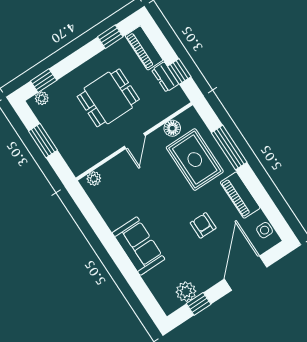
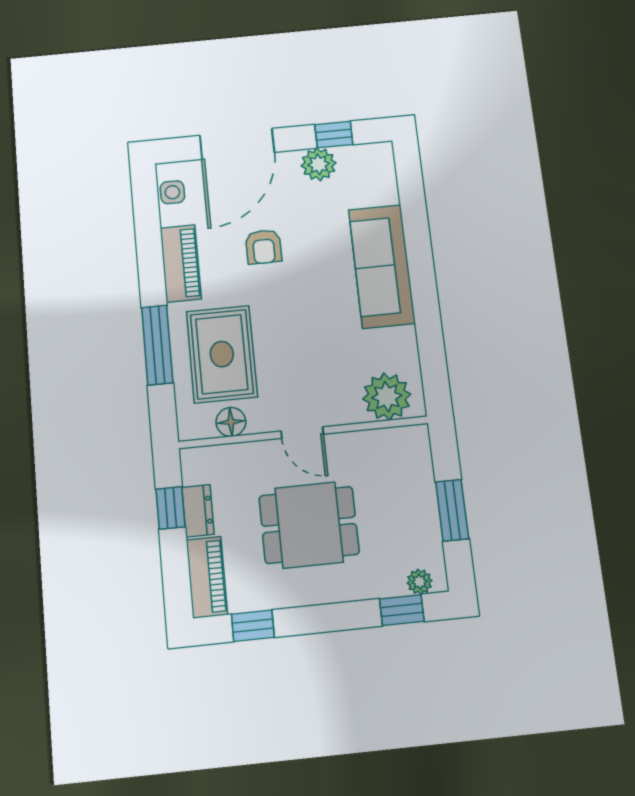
door: (135, 141) -> (302, 433), swing flipped
plant: (94, 179) -> (387, 397), width x1.88, depth x1.88
sofa: (139, 246) -> (382, 266), width x1.36
plant: (186, 292) -> (319, 164), moved

